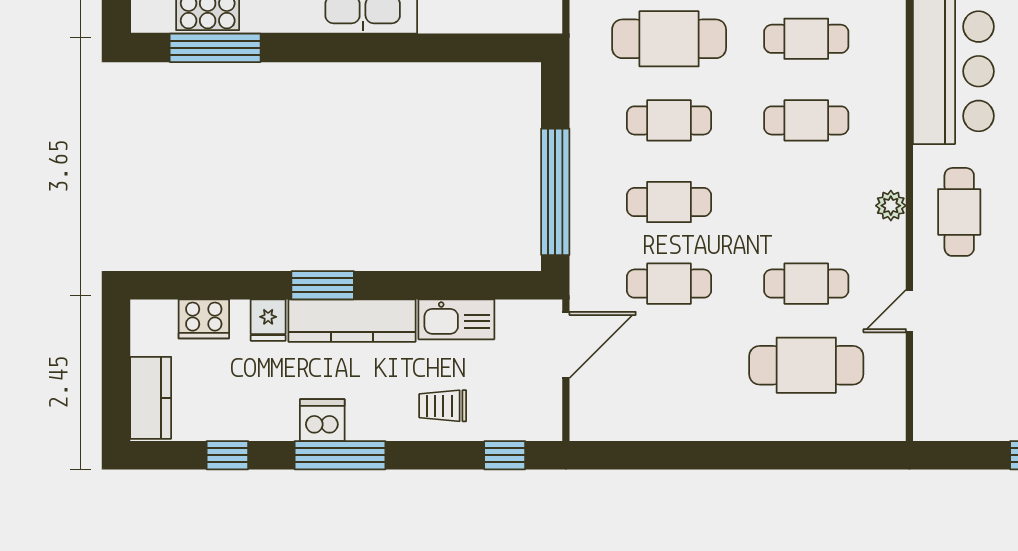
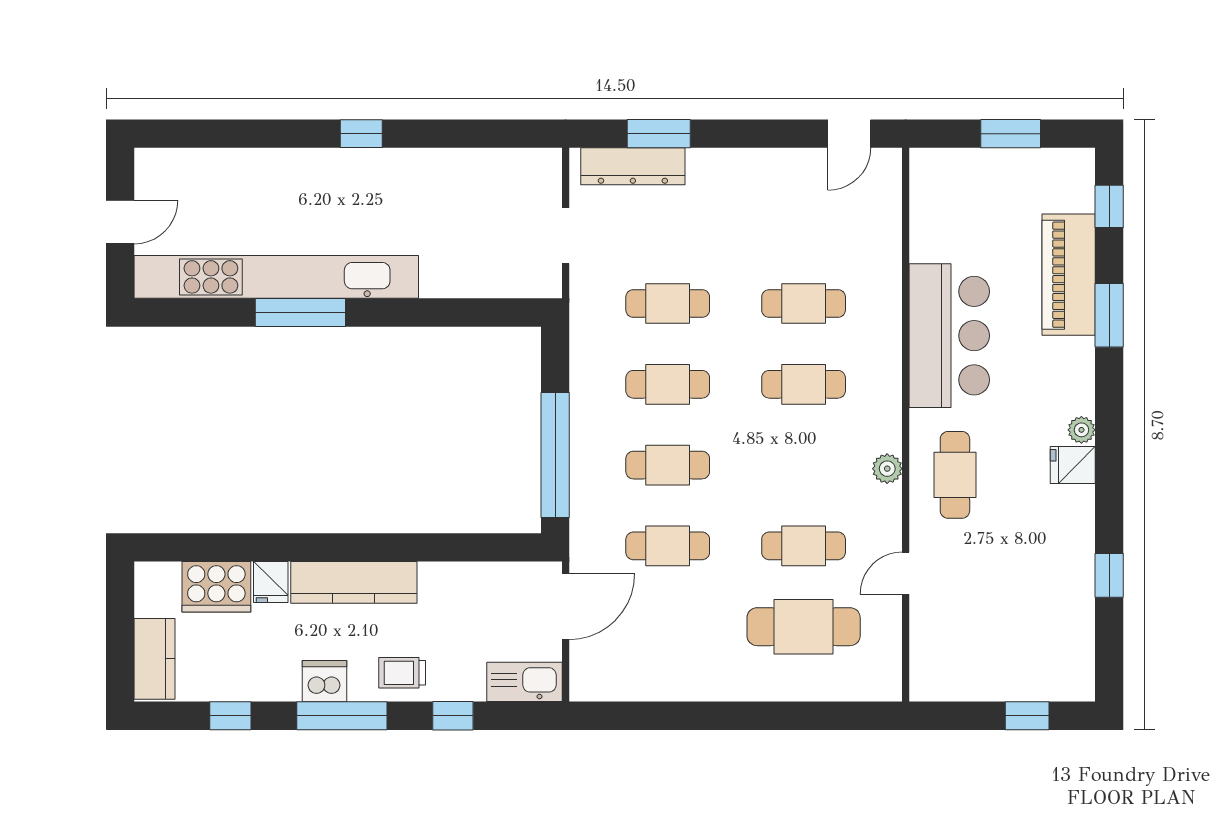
cafe table: (669, 39) -> (668, 304), width x0.73, depth x0.74
window: (215, 48) -> (300, 312), moved
window: (323, 285) -> (325, 547), removed
cooker: (204, 319) -> (216, 587), width x1.37, depth x1.31
kitchen sink: (456, 319) -> (524, 682), moved, turned 180
trolley: (443, 406) -> (402, 673), moved
window: (505, 455) -> (453, 716), moved

